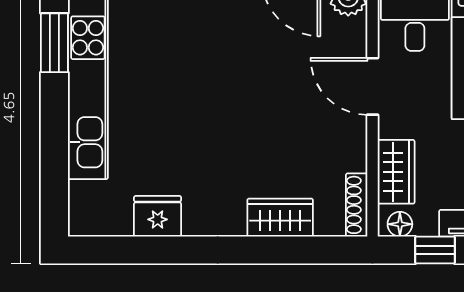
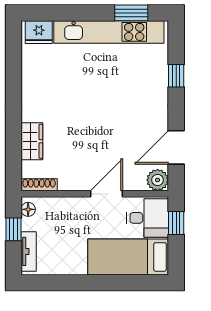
wardrobe: (396, 172) -> (58, 207), removed
fridge: (158, 216) -> (39, 32), moved, turned 90

